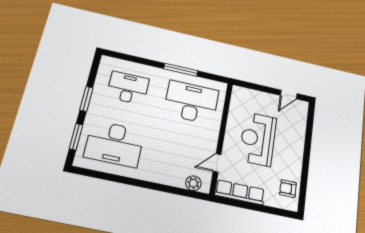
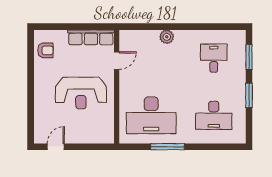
reception desk: (258, 139) -> (81, 93), turned 90
desk: (114, 144) -> (214, 58), width x0.53, depth x0.77
plant: (193, 183) -> (167, 37), moved

